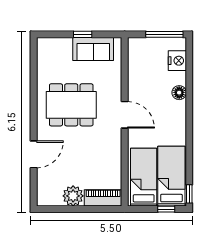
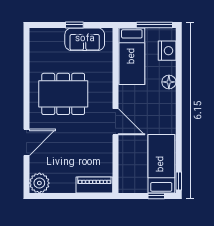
door: (125, 115) -> (115, 122), moved
bed: (144, 177) -> (132, 56), moved, turned 180
plant: (73, 196) -> (39, 183), moved

